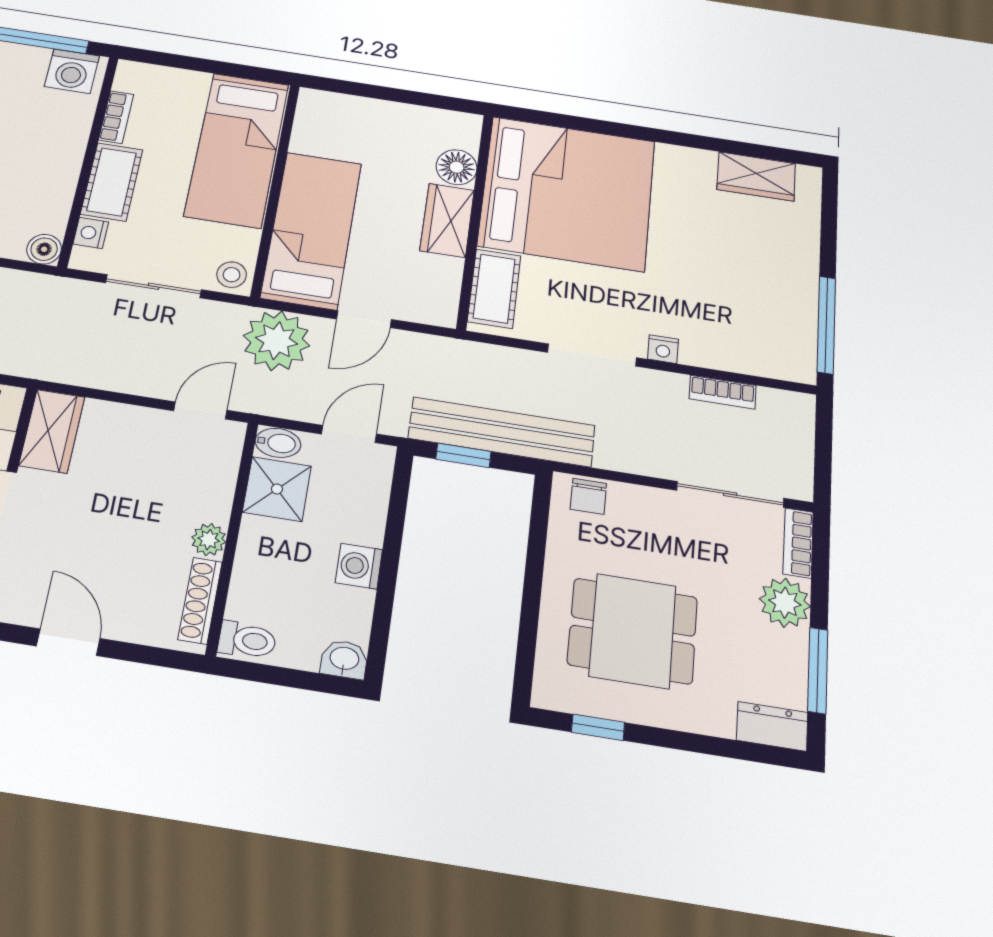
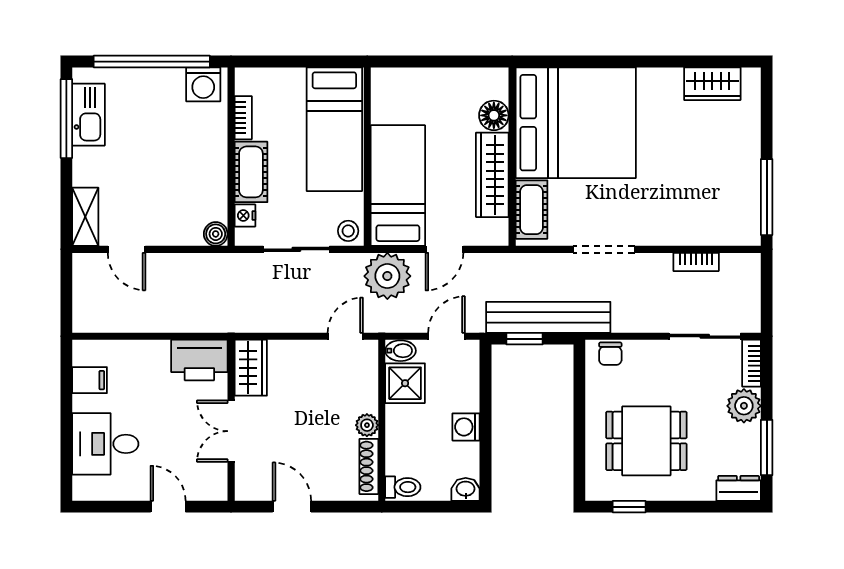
wardrobe: (447, 220) -> (492, 175), width x1.50
nightstand: (663, 349) -> (653, 236), removed

